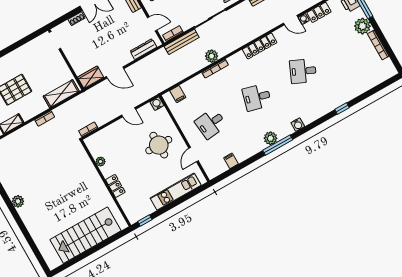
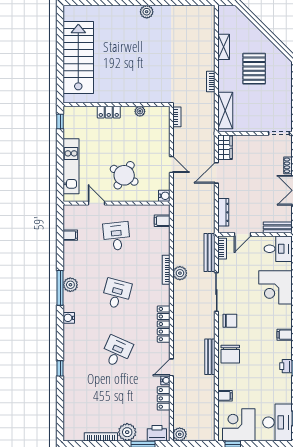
door: (129, 112) -> (171, 164), swing flipped
round table: (159, 145) -> (124, 175), turned 32

